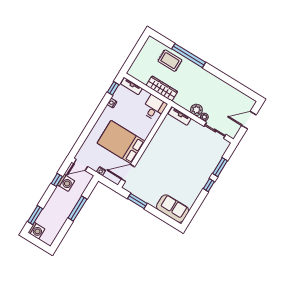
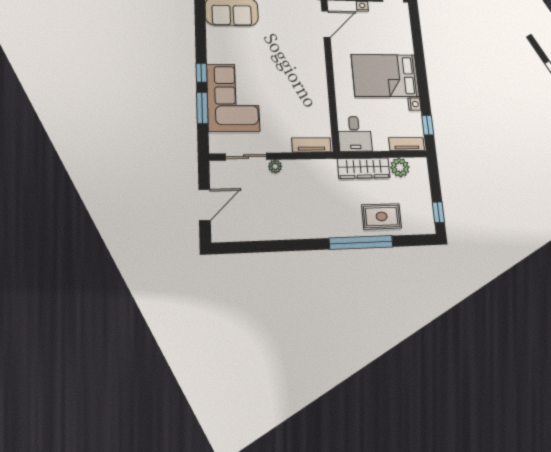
window: (140, 44) -> (438, 212), added
plant: (196, 110) -> (400, 167), moved
bed: (121, 142) -> (385, 75), moved, turned 180
corner sofa: (202, 163) -> (233, 98), added

